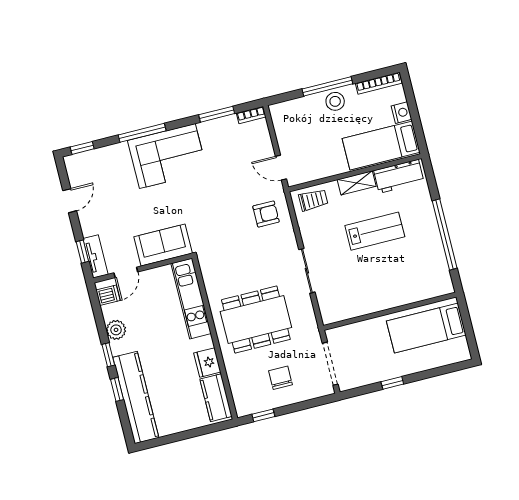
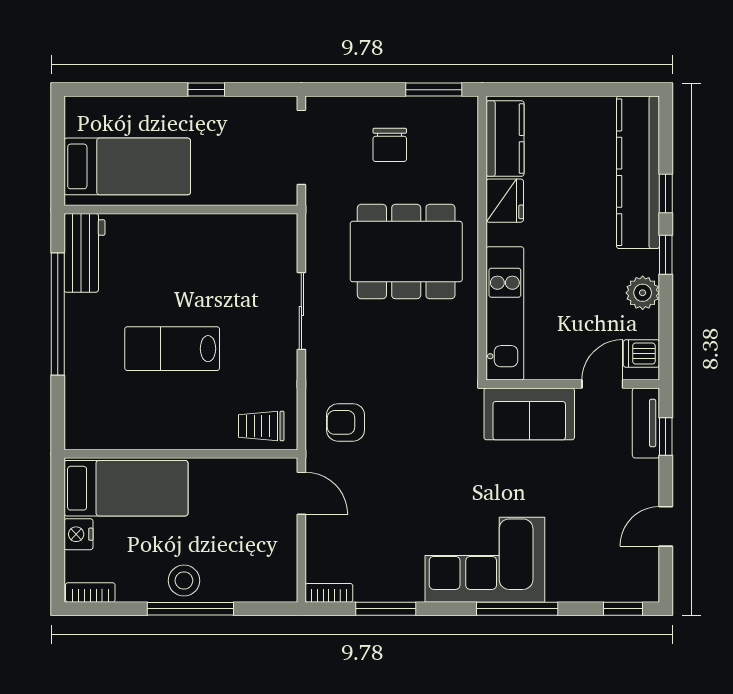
bookcase: (379, 83) -> (90, 592), width x0.64
workbench: (399, 176) -> (84, 253), moved, turned 90
shelving: (357, 183) -> (182, 436), removed
window: (263, 415) -> (434, 90), width x1.50

